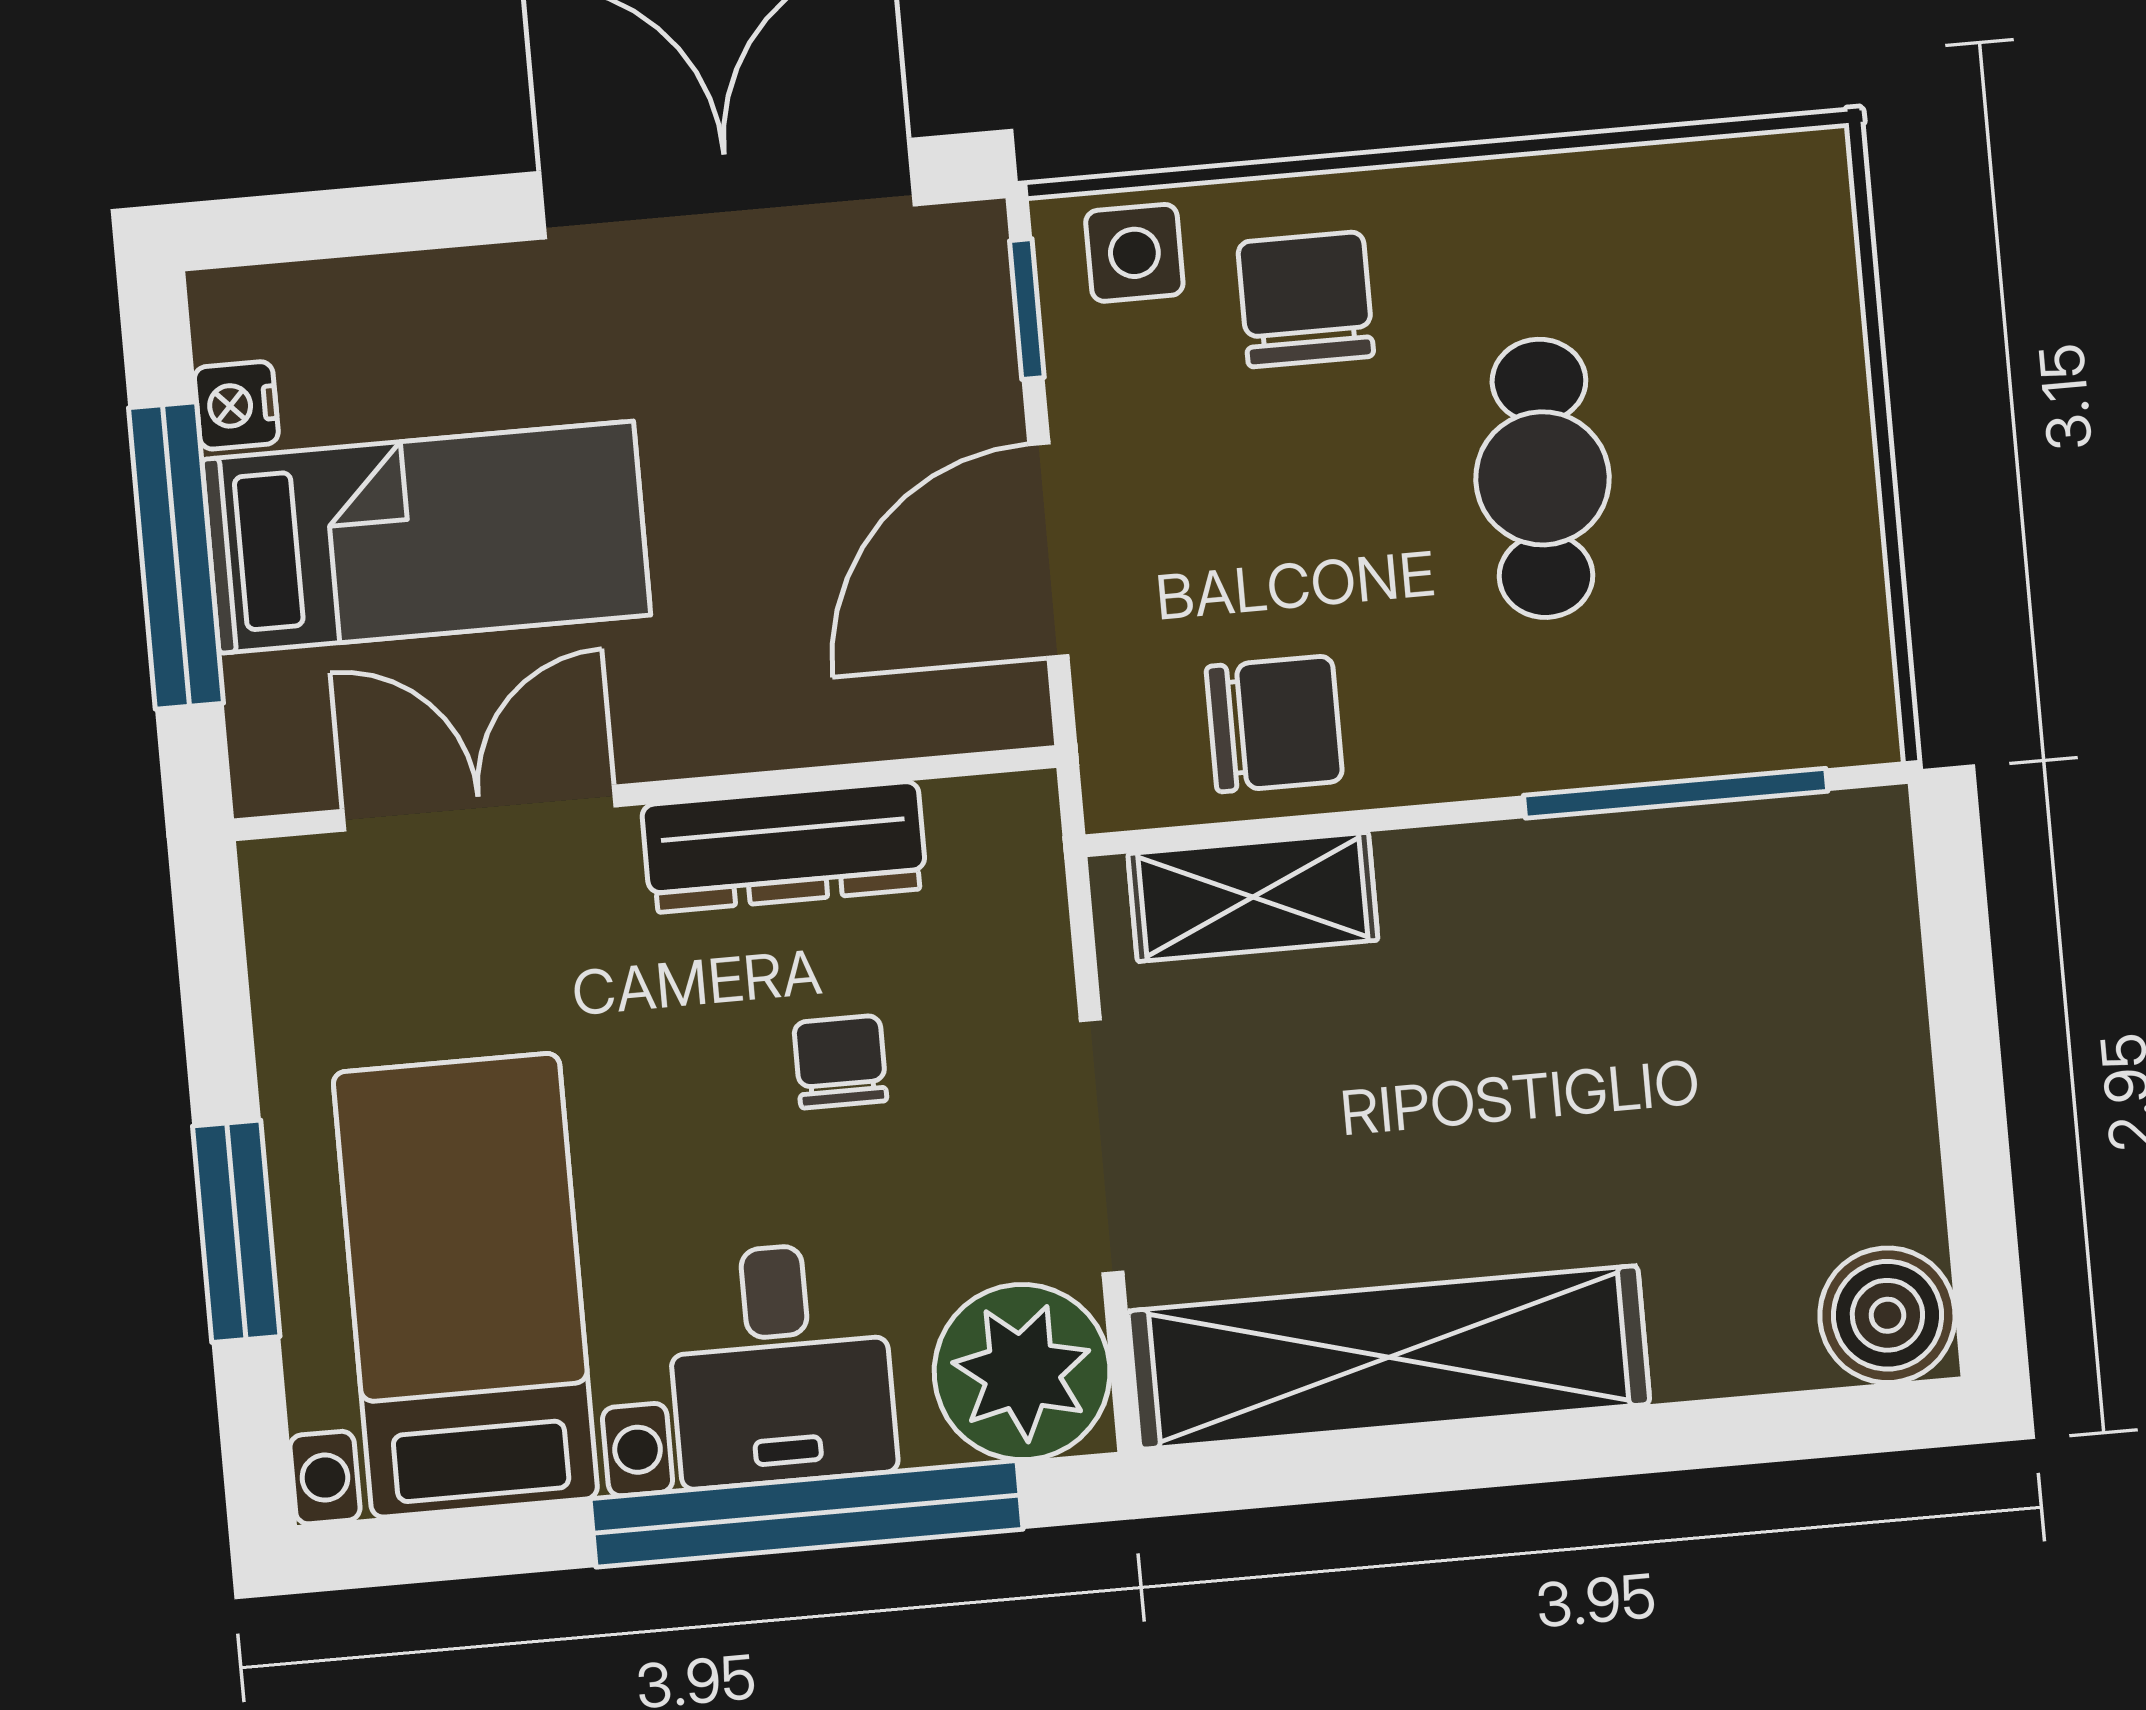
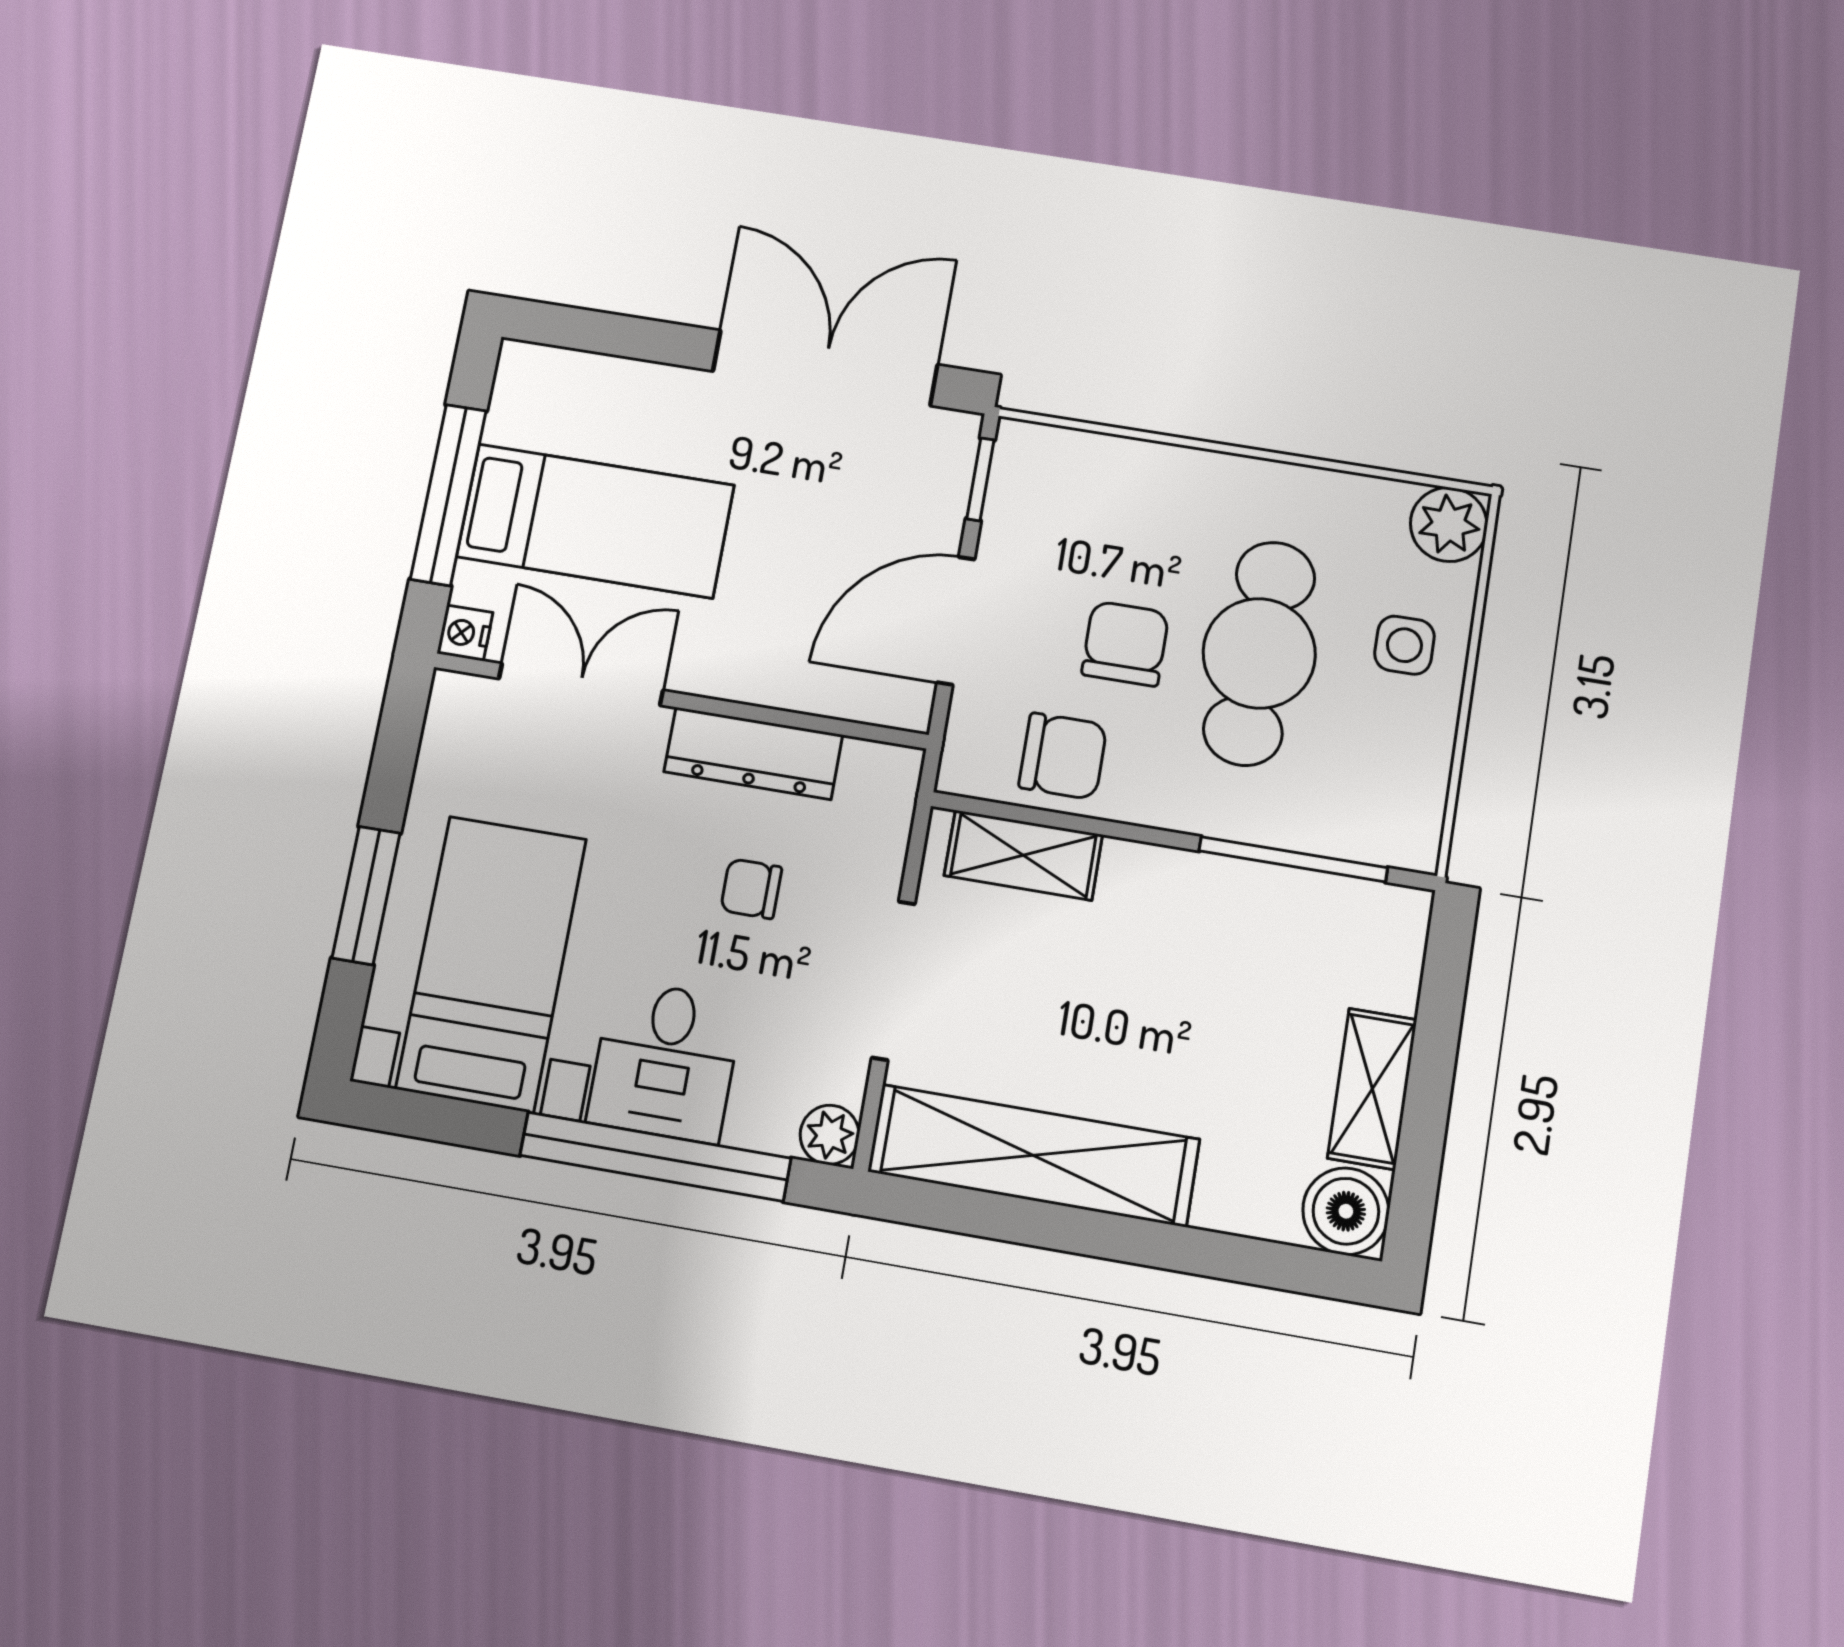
plant: (1792, 191) -> (1449, 525), added
side table: (1134, 253) -> (1404, 645), moved
chair: (1306, 299) -> (1125, 644), moved
nightstand: (236, 405) -> (465, 633), moved
cafe table: (1542, 478) -> (1259, 653), width x1.37, depth x1.35
chair: (840, 1062) -> (751, 889), turned -90
shelving: (1883, 1118) -> (1372, 1089), added
plant: (1022, 1372) -> (830, 1135), width x0.53, depth x0.53

